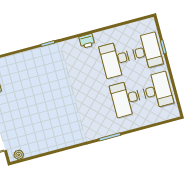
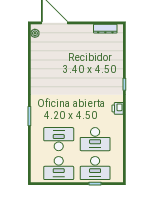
printer: (87, 41) -> (118, 108), moved
desk: (115, 59) -> (95, 139), turned 180

